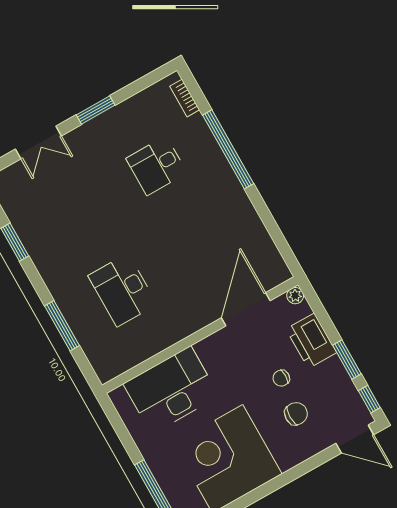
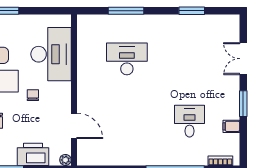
filing cabinet: (133, 109) -> (231, 126), added
door: (246, 309) -> (74, 126), width x0.73
chair: (281, 378) -> (33, 95), moved

